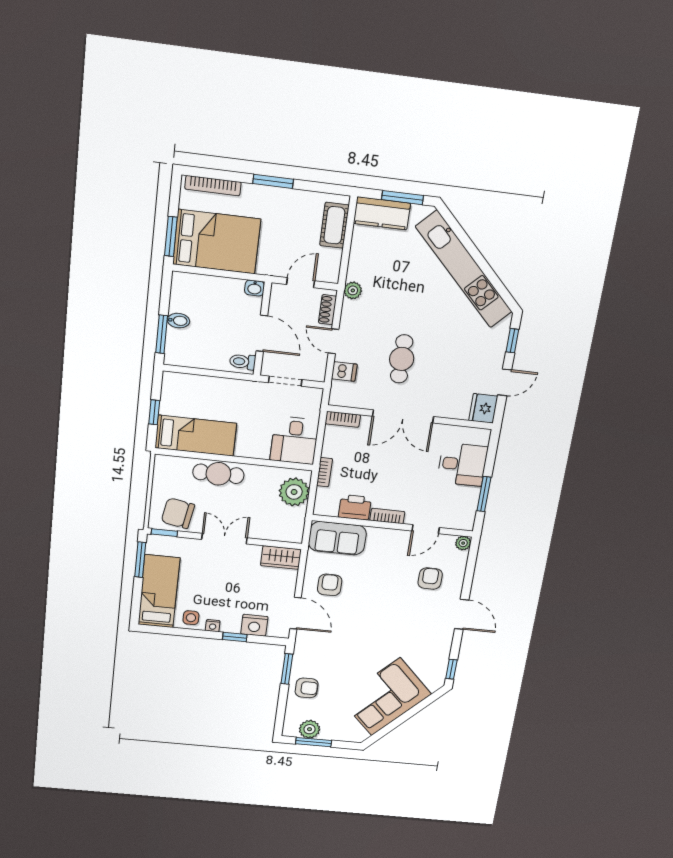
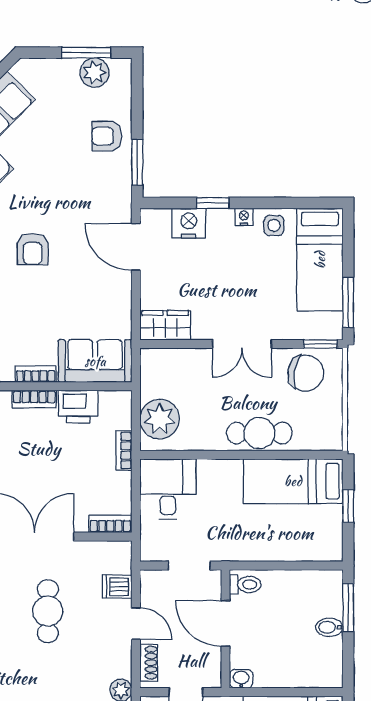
bookcase: (383, 533) -> (36, 374), added
armchair: (330, 585) -> (33, 249), moved

